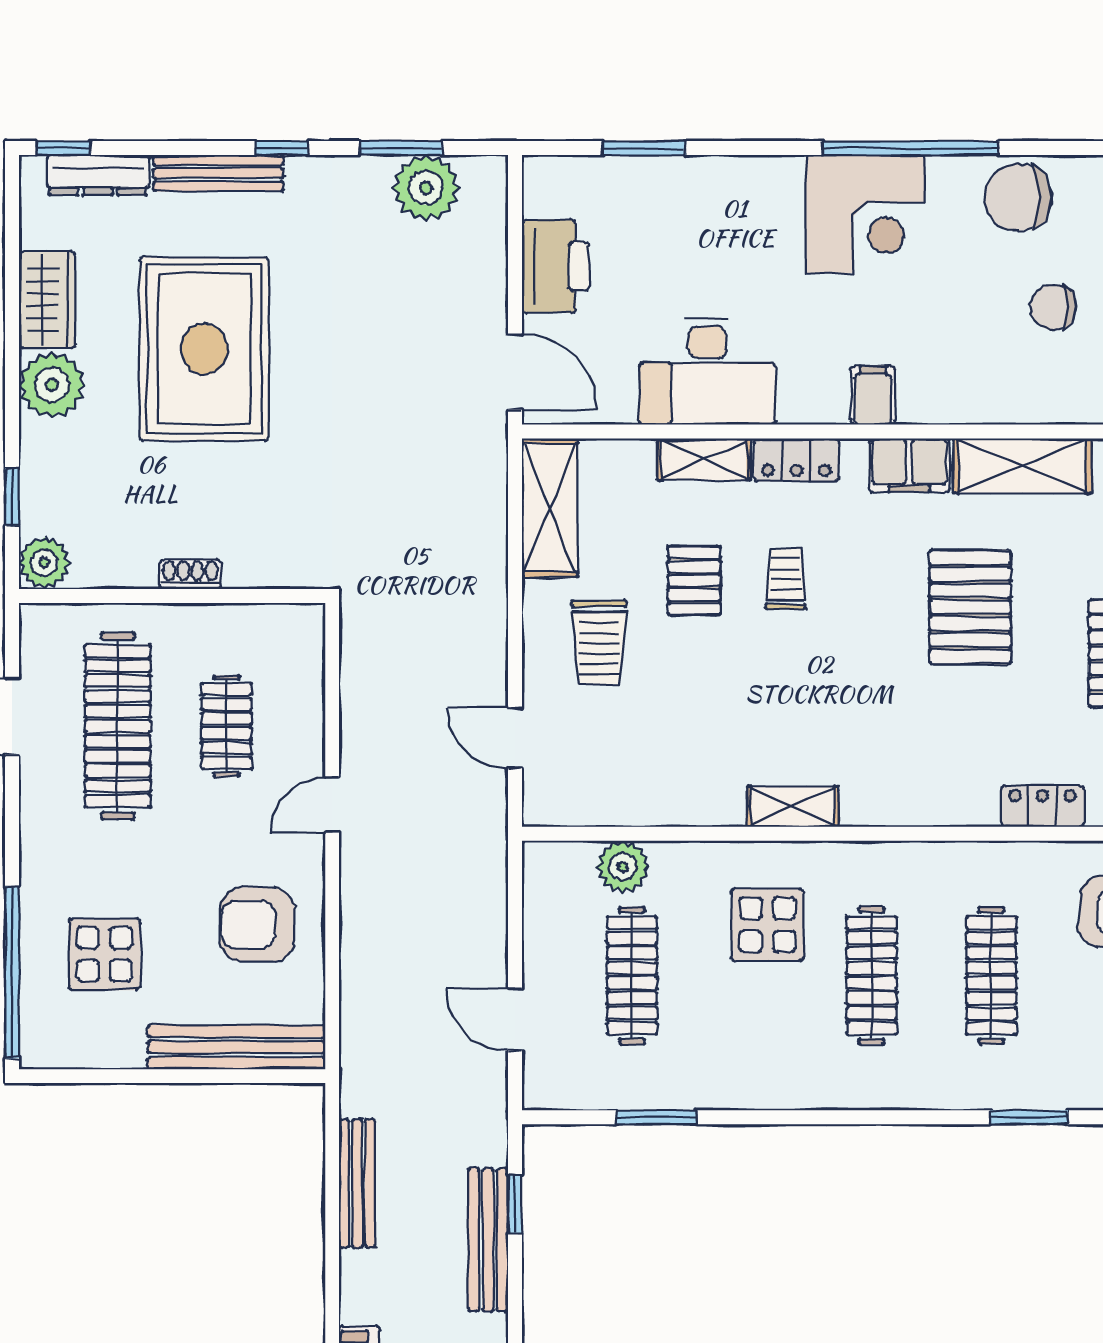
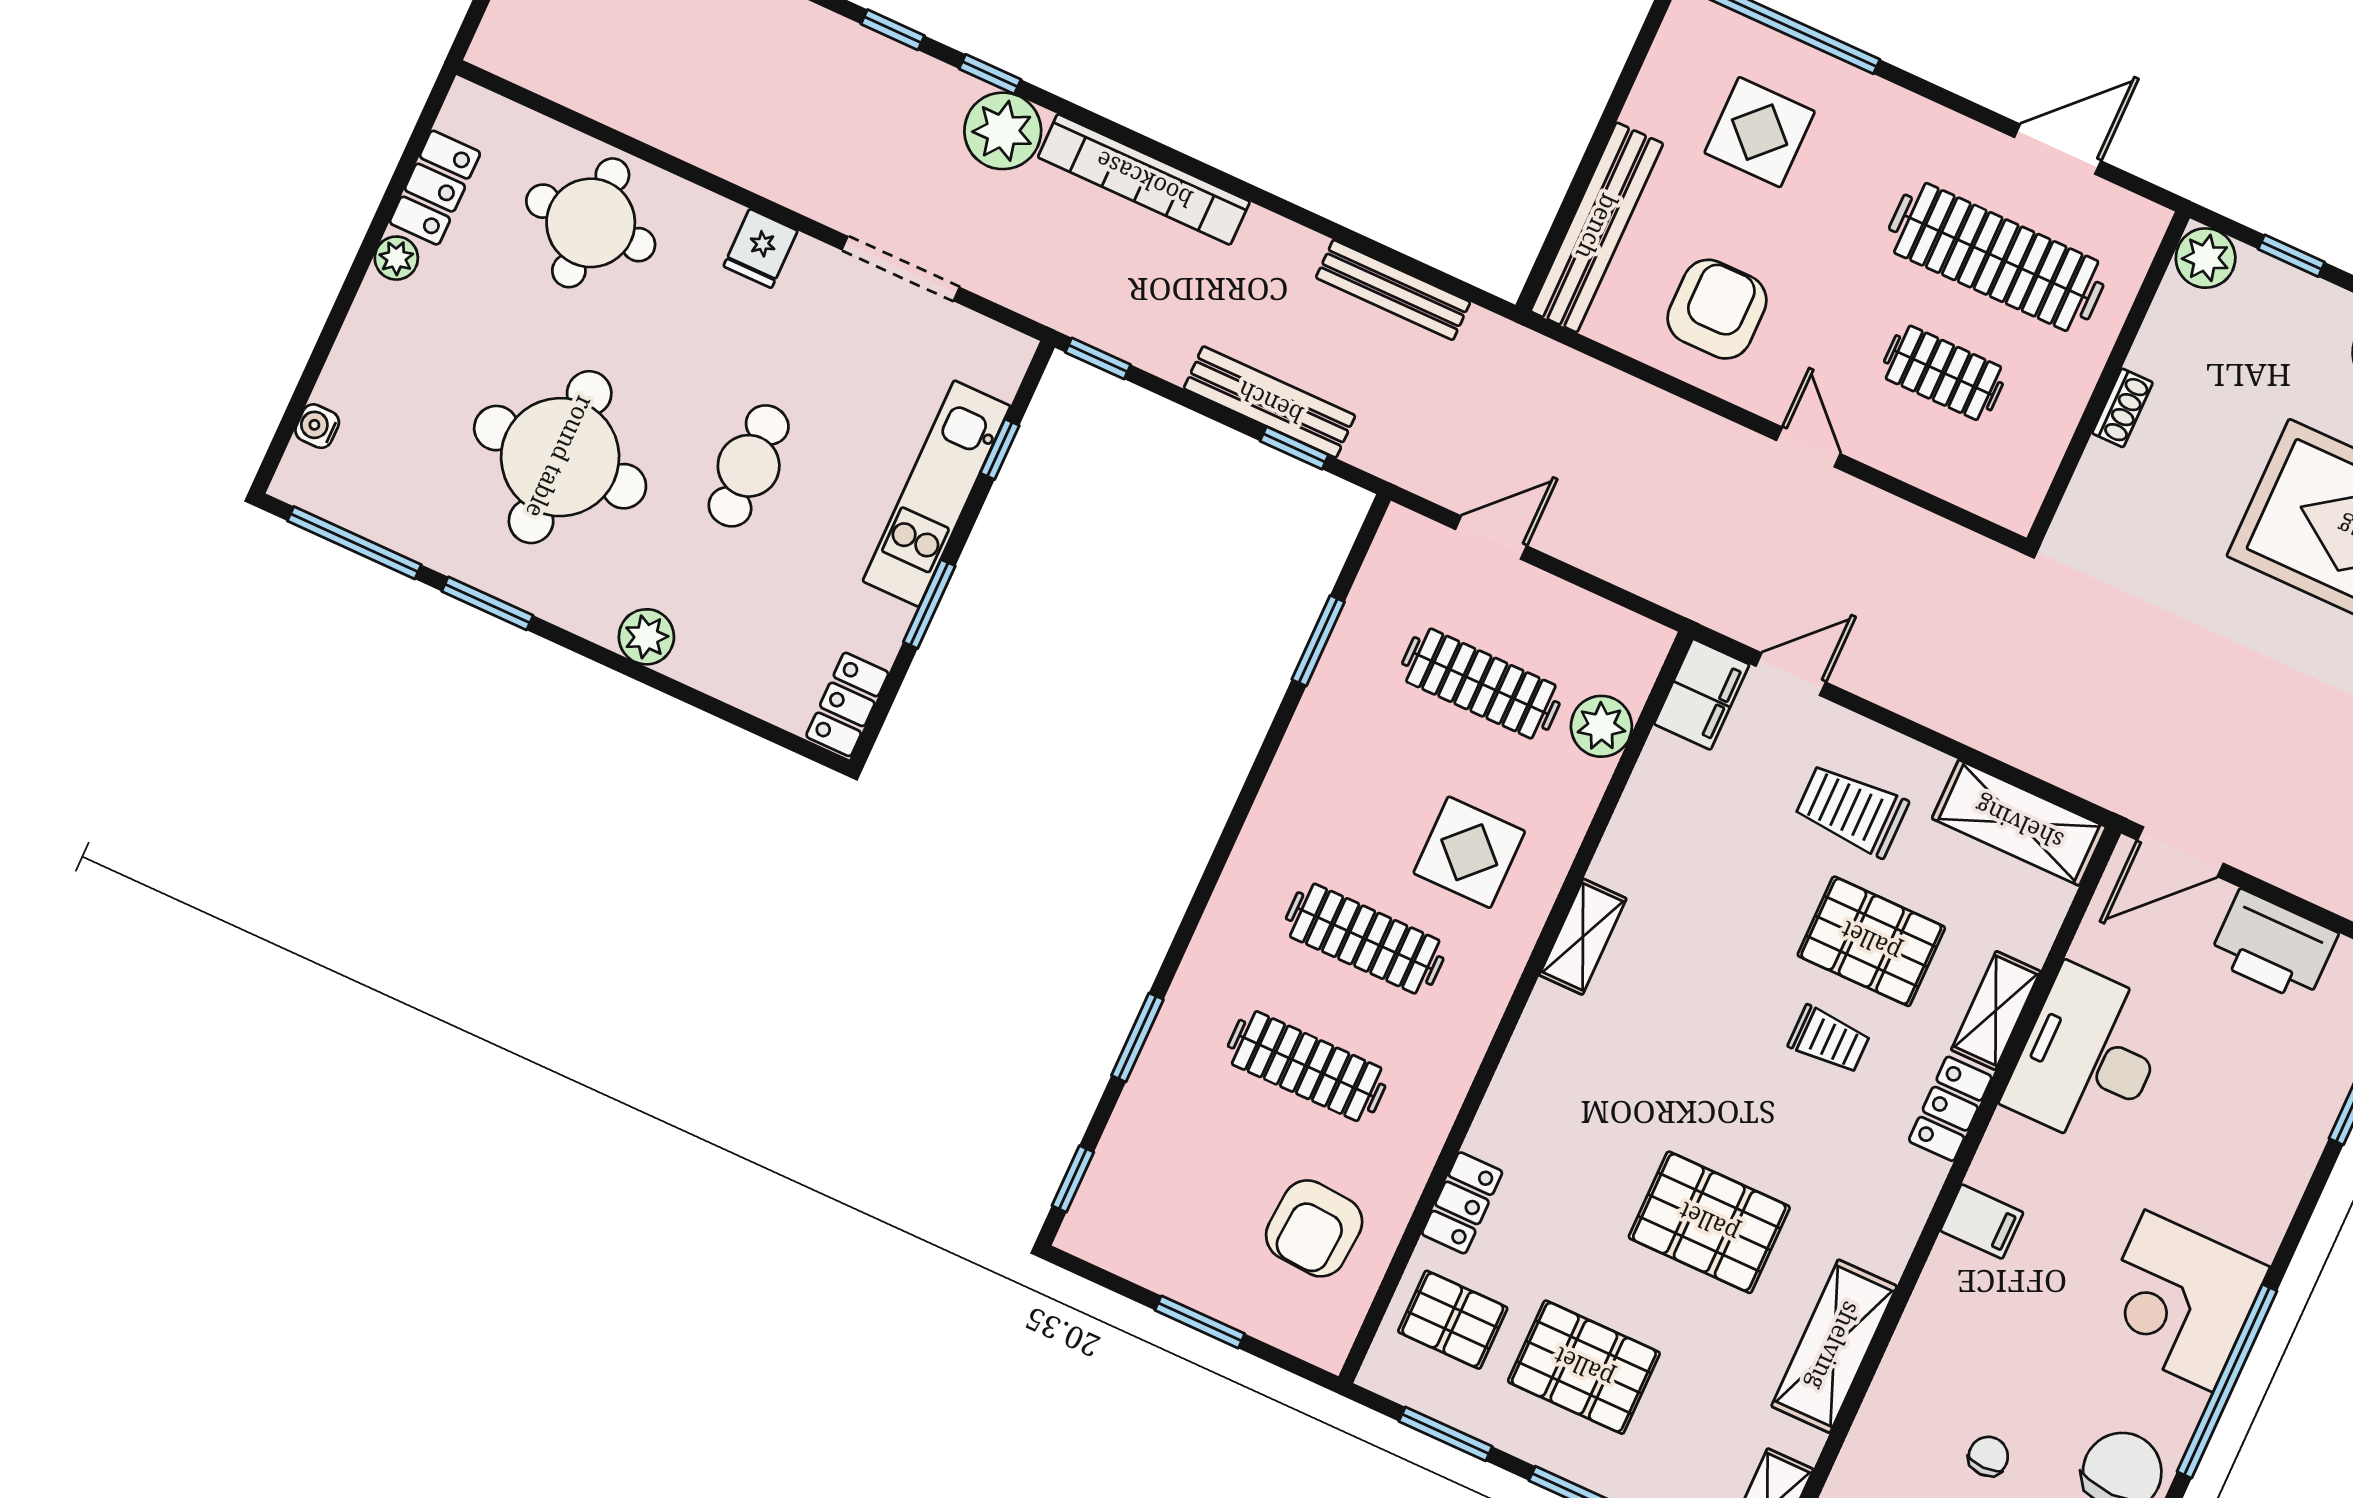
chair: (1053, 307) -> (1988, 1456), width x0.73, depth x0.73
filing cabinet: (909, 465) -> (1702, 694), moved, turned 180
pallet: (694, 581) -> (1871, 941), width x1.50, depth x1.42

